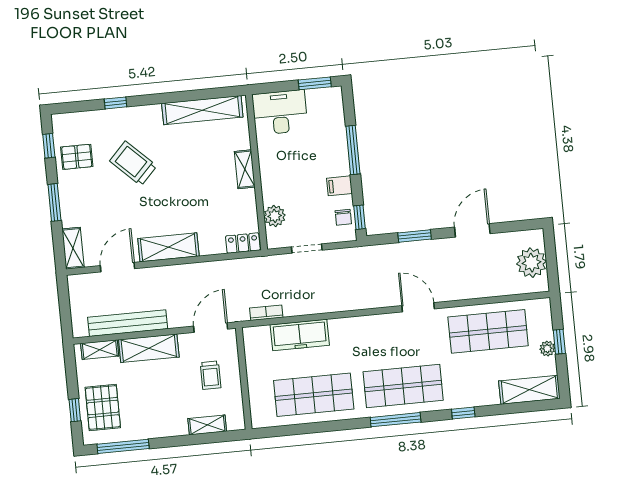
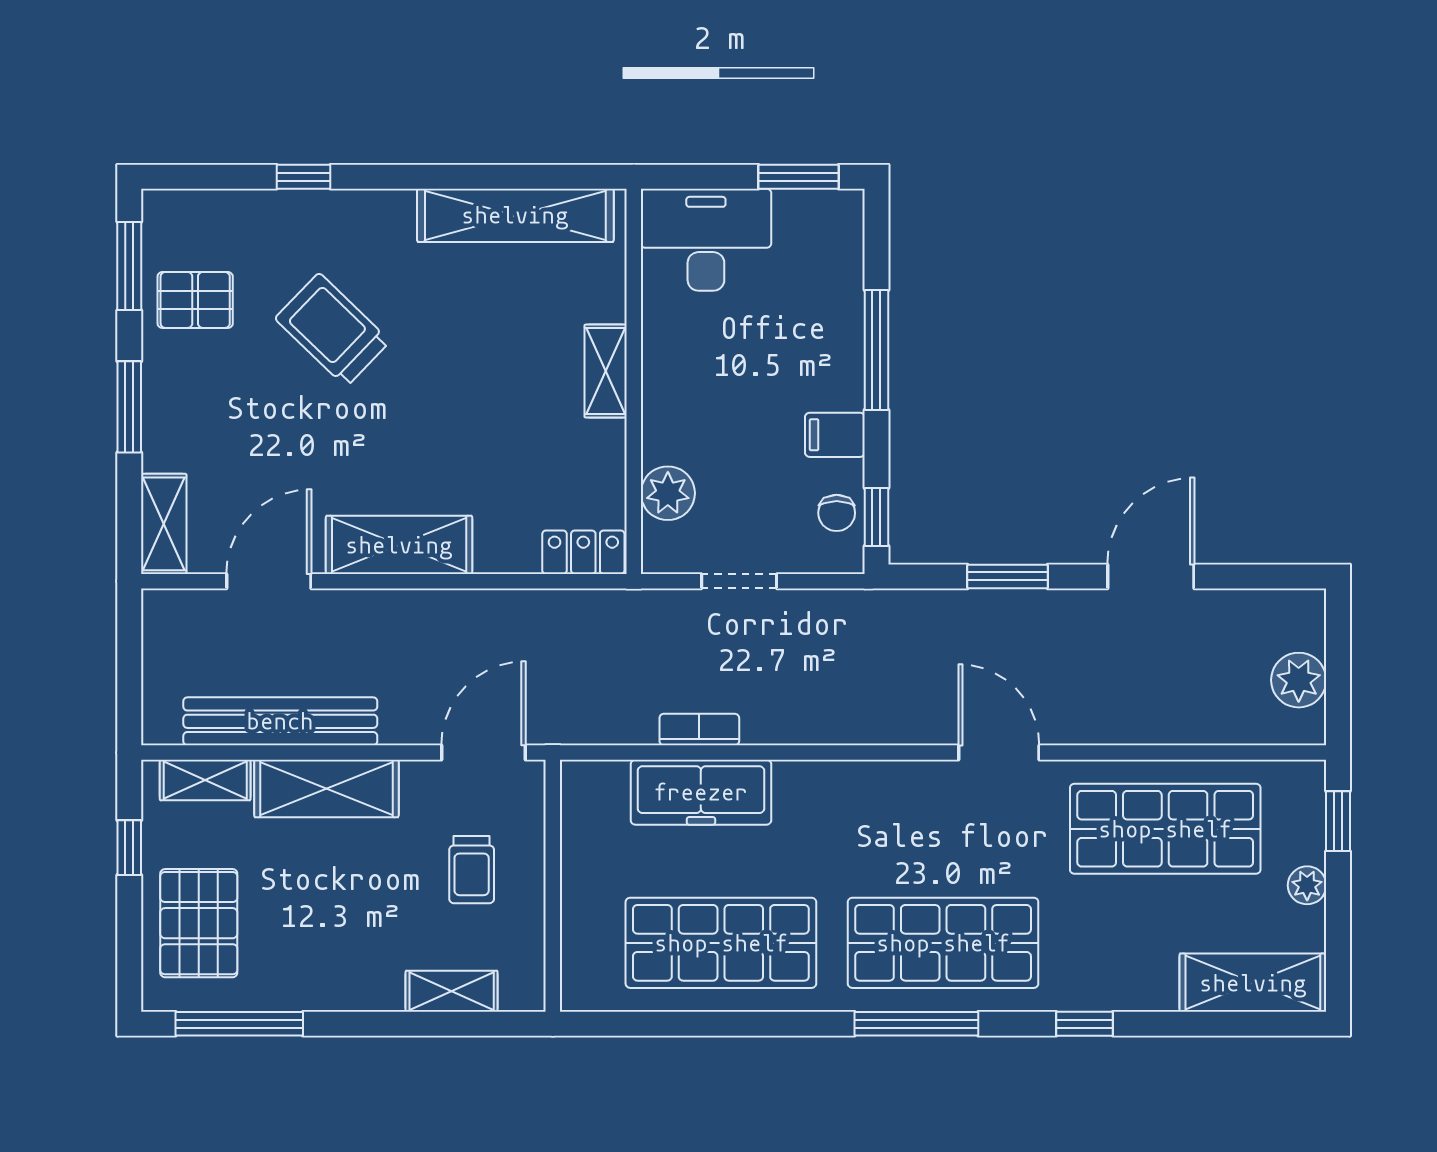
window: (49, 146) -> (129, 266), width x1.50
plant: (531, 263) -> (1299, 680), width x0.73, depth x0.73
bookcase: (266, 313) -> (699, 729), moved
window: (559, 342) -> (1338, 821), moved
window: (75, 410) -> (129, 848), moved

